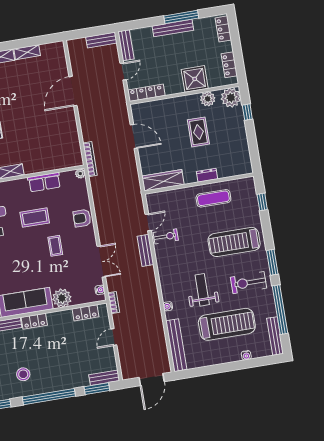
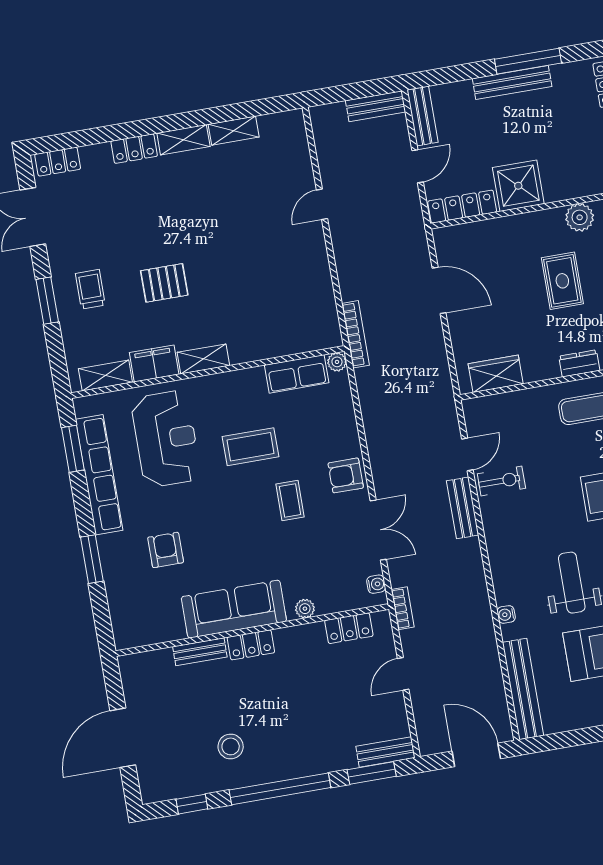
shower: (195, 79) -> (518, 186), moved
door: (73, 91) -> (322, 204), width x0.53
wardrobe: (163, 180) -> (496, 374), width x0.67
row of seats: (44, 182) -> (297, 374), moved
armchair: (82, 218) -> (346, 475), moved
plant: (62, 298) -> (305, 609), width x0.53, depth x0.53
door: (152, 380) -> (476, 755), swing flipped

